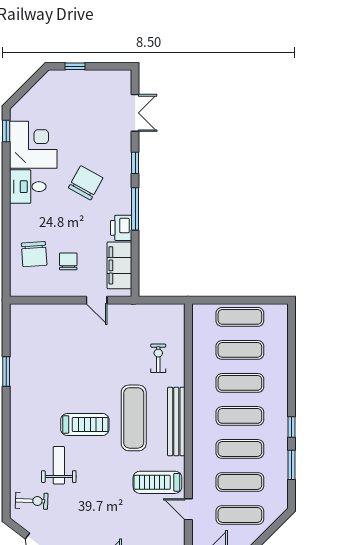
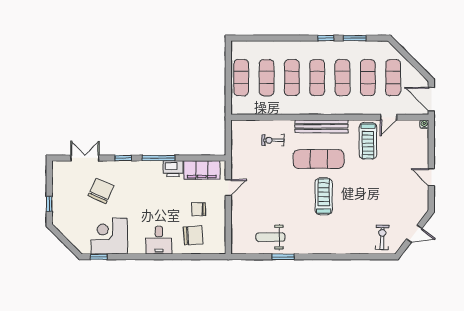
chair: (86, 183) -> (101, 191), moved, turned 85
desk: (28, 187) -> (159, 240), moved
weight bench: (59, 465) -> (270, 237), moved

